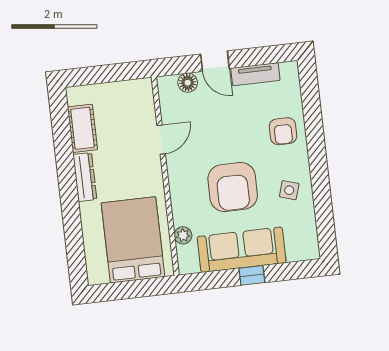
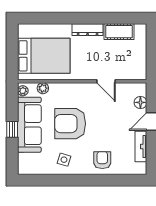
armchair: (283, 131) -> (102, 160), turned 90
plant: (191, 266) -> (23, 91), added

